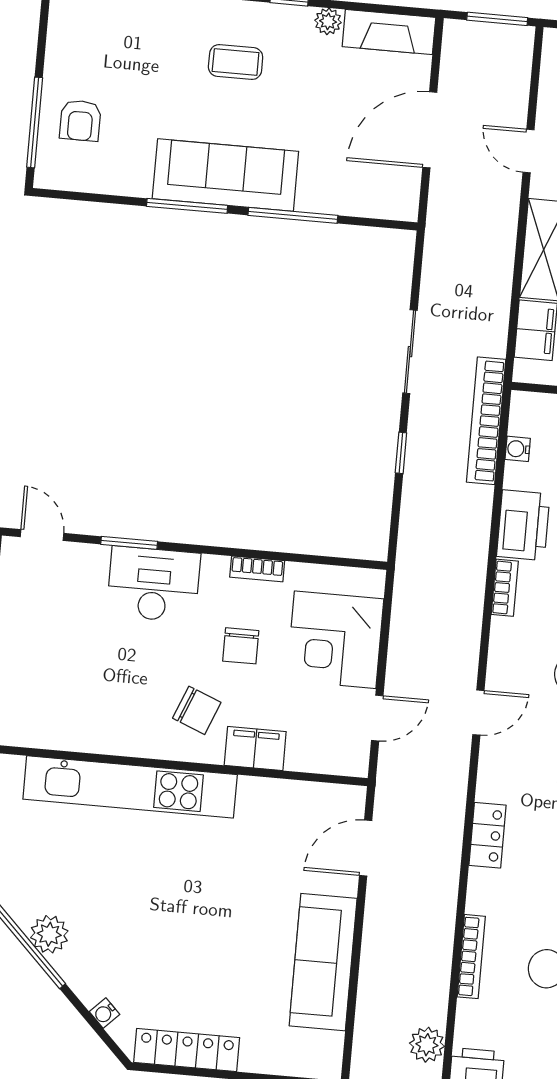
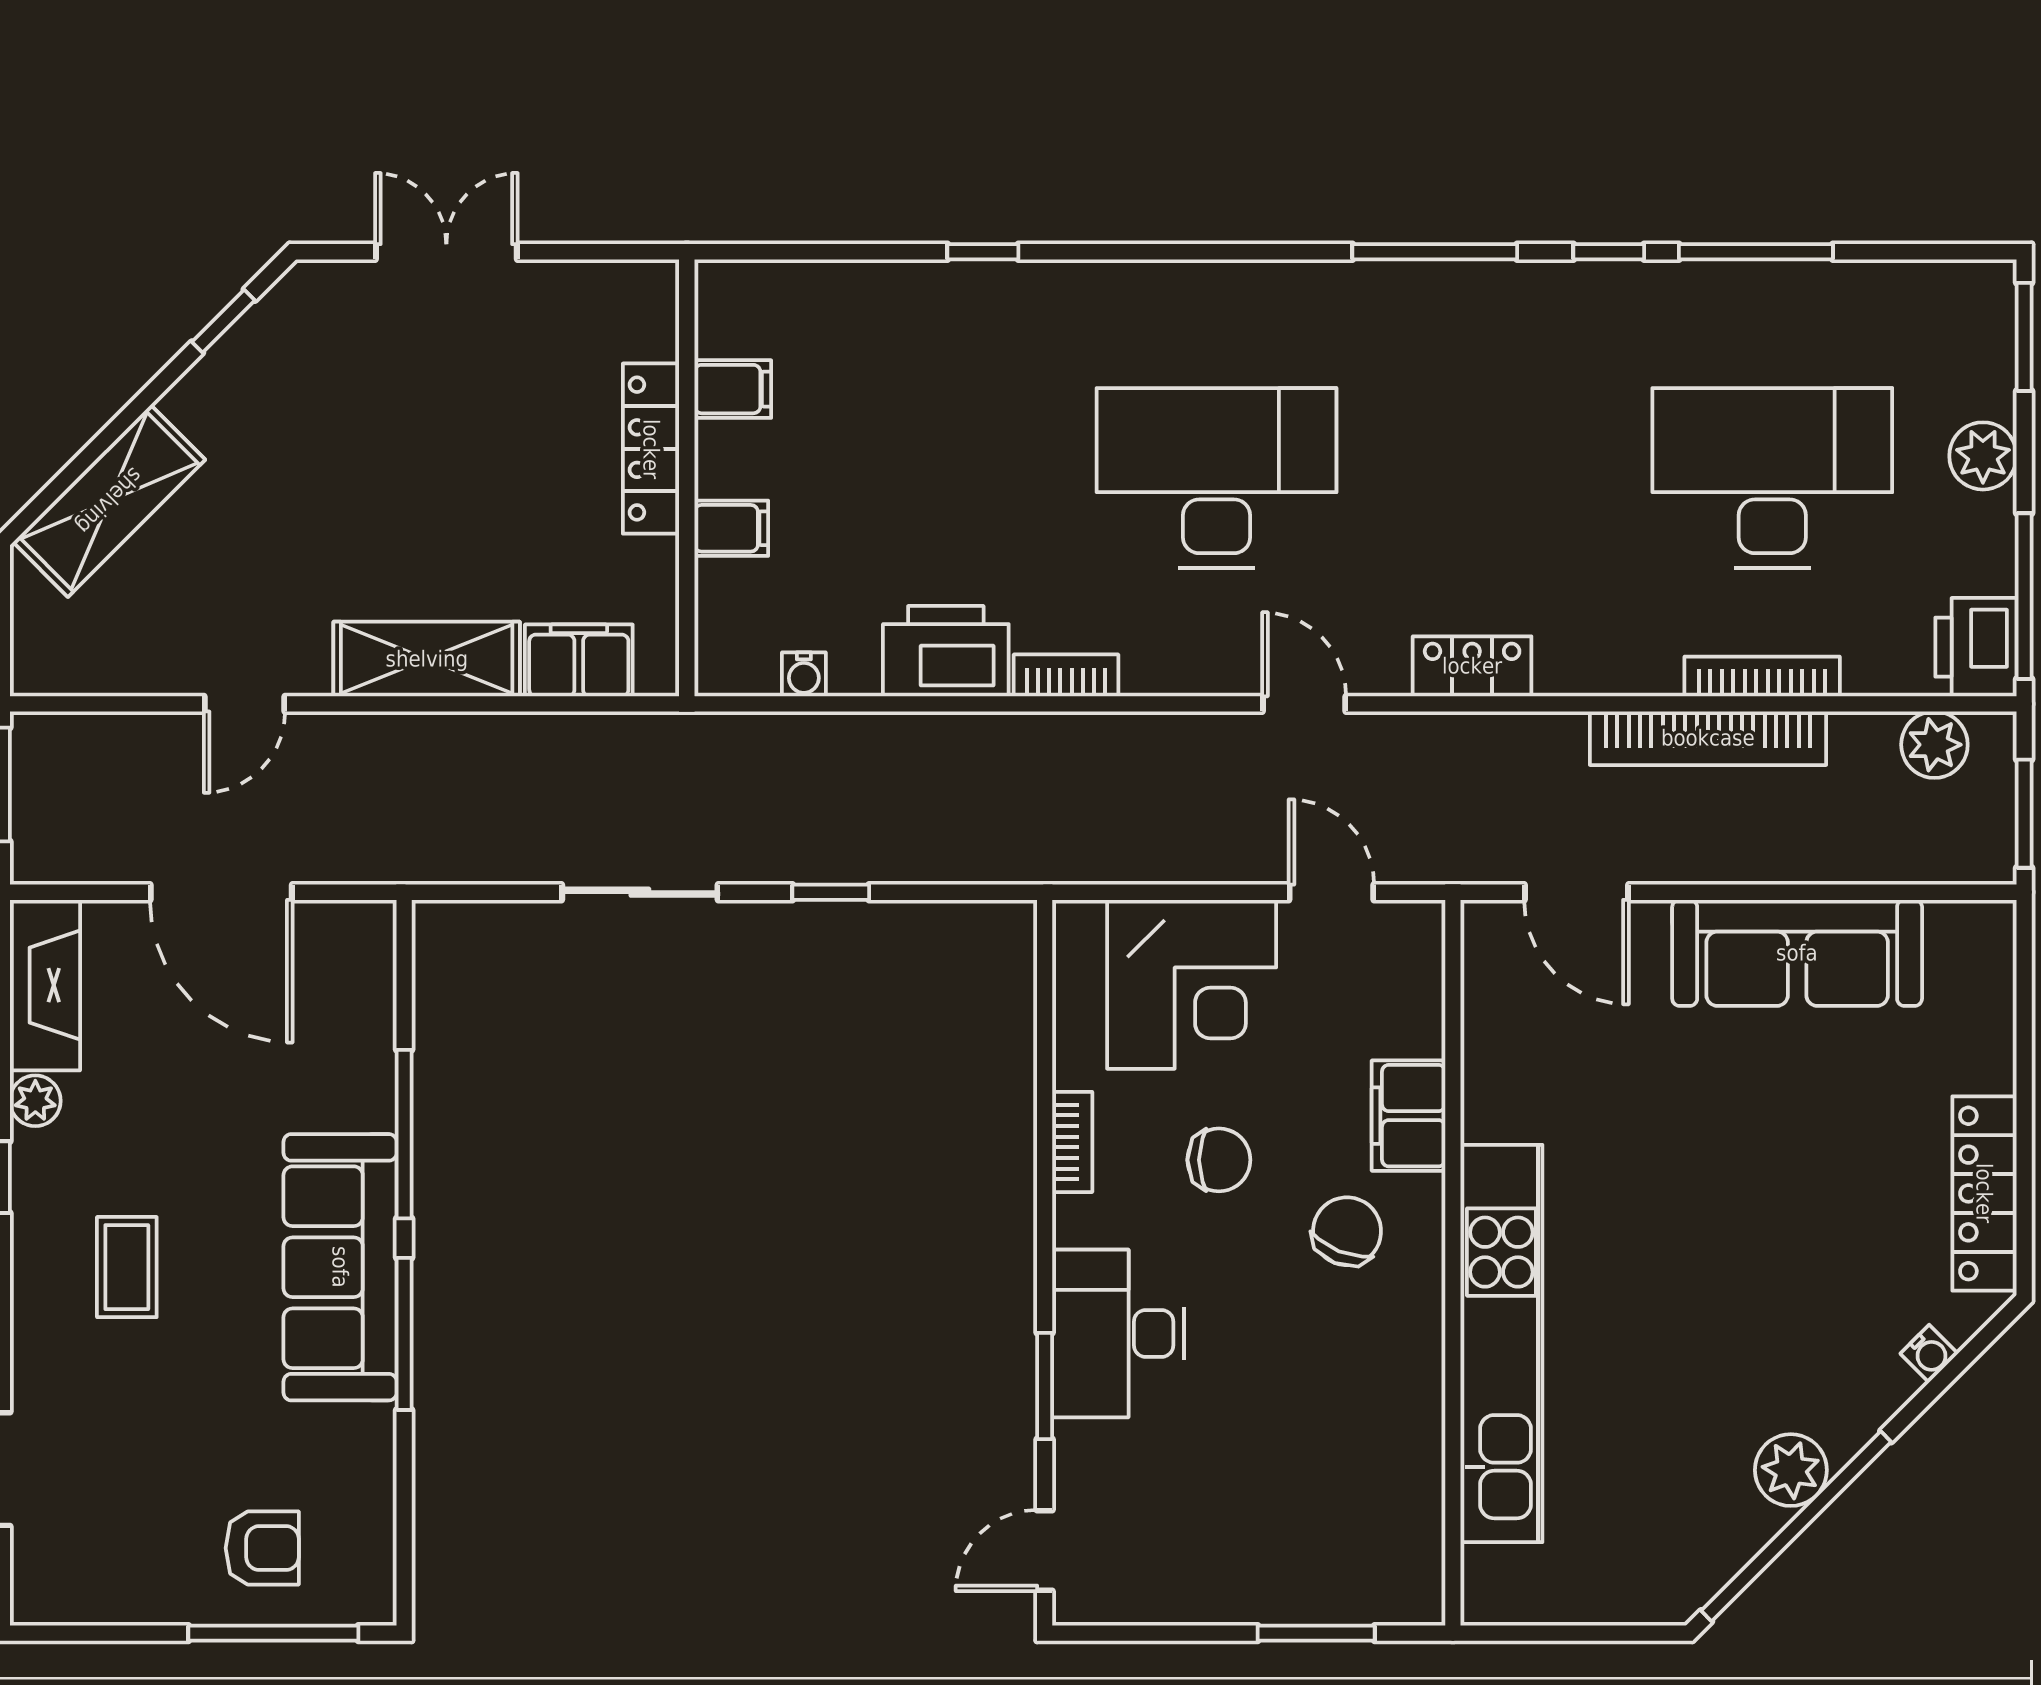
bookcase: (486, 421) -> (1708, 738), moved
locker: (487, 835) -> (1472, 666), moved

